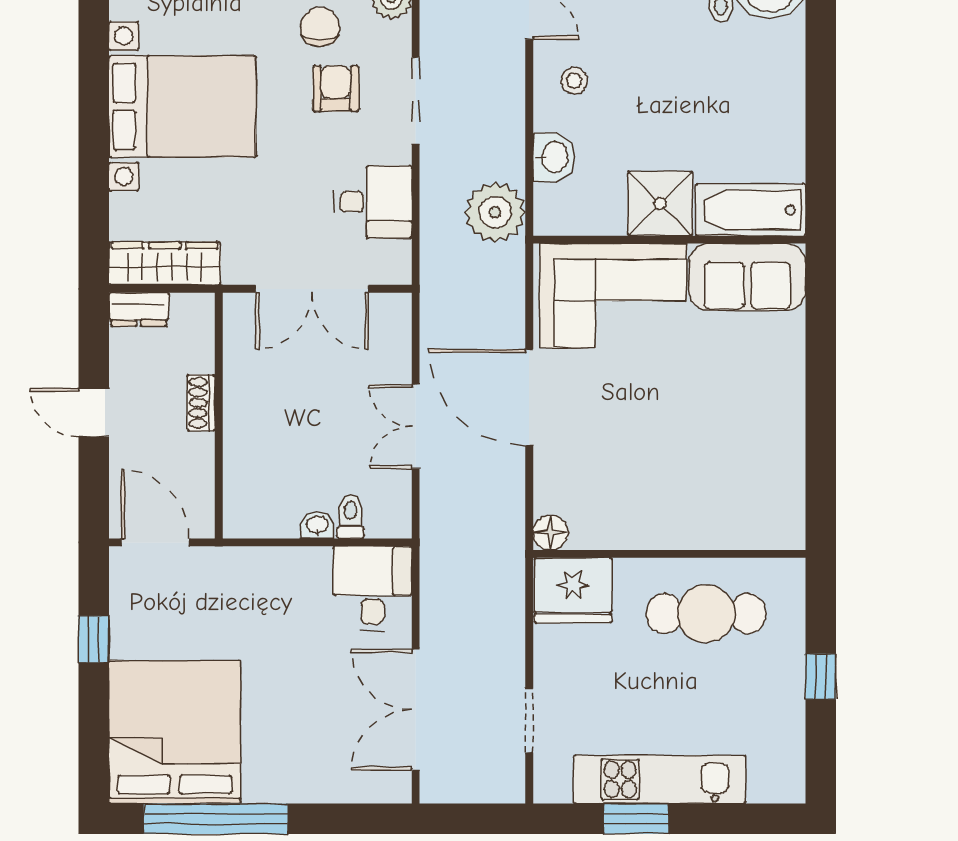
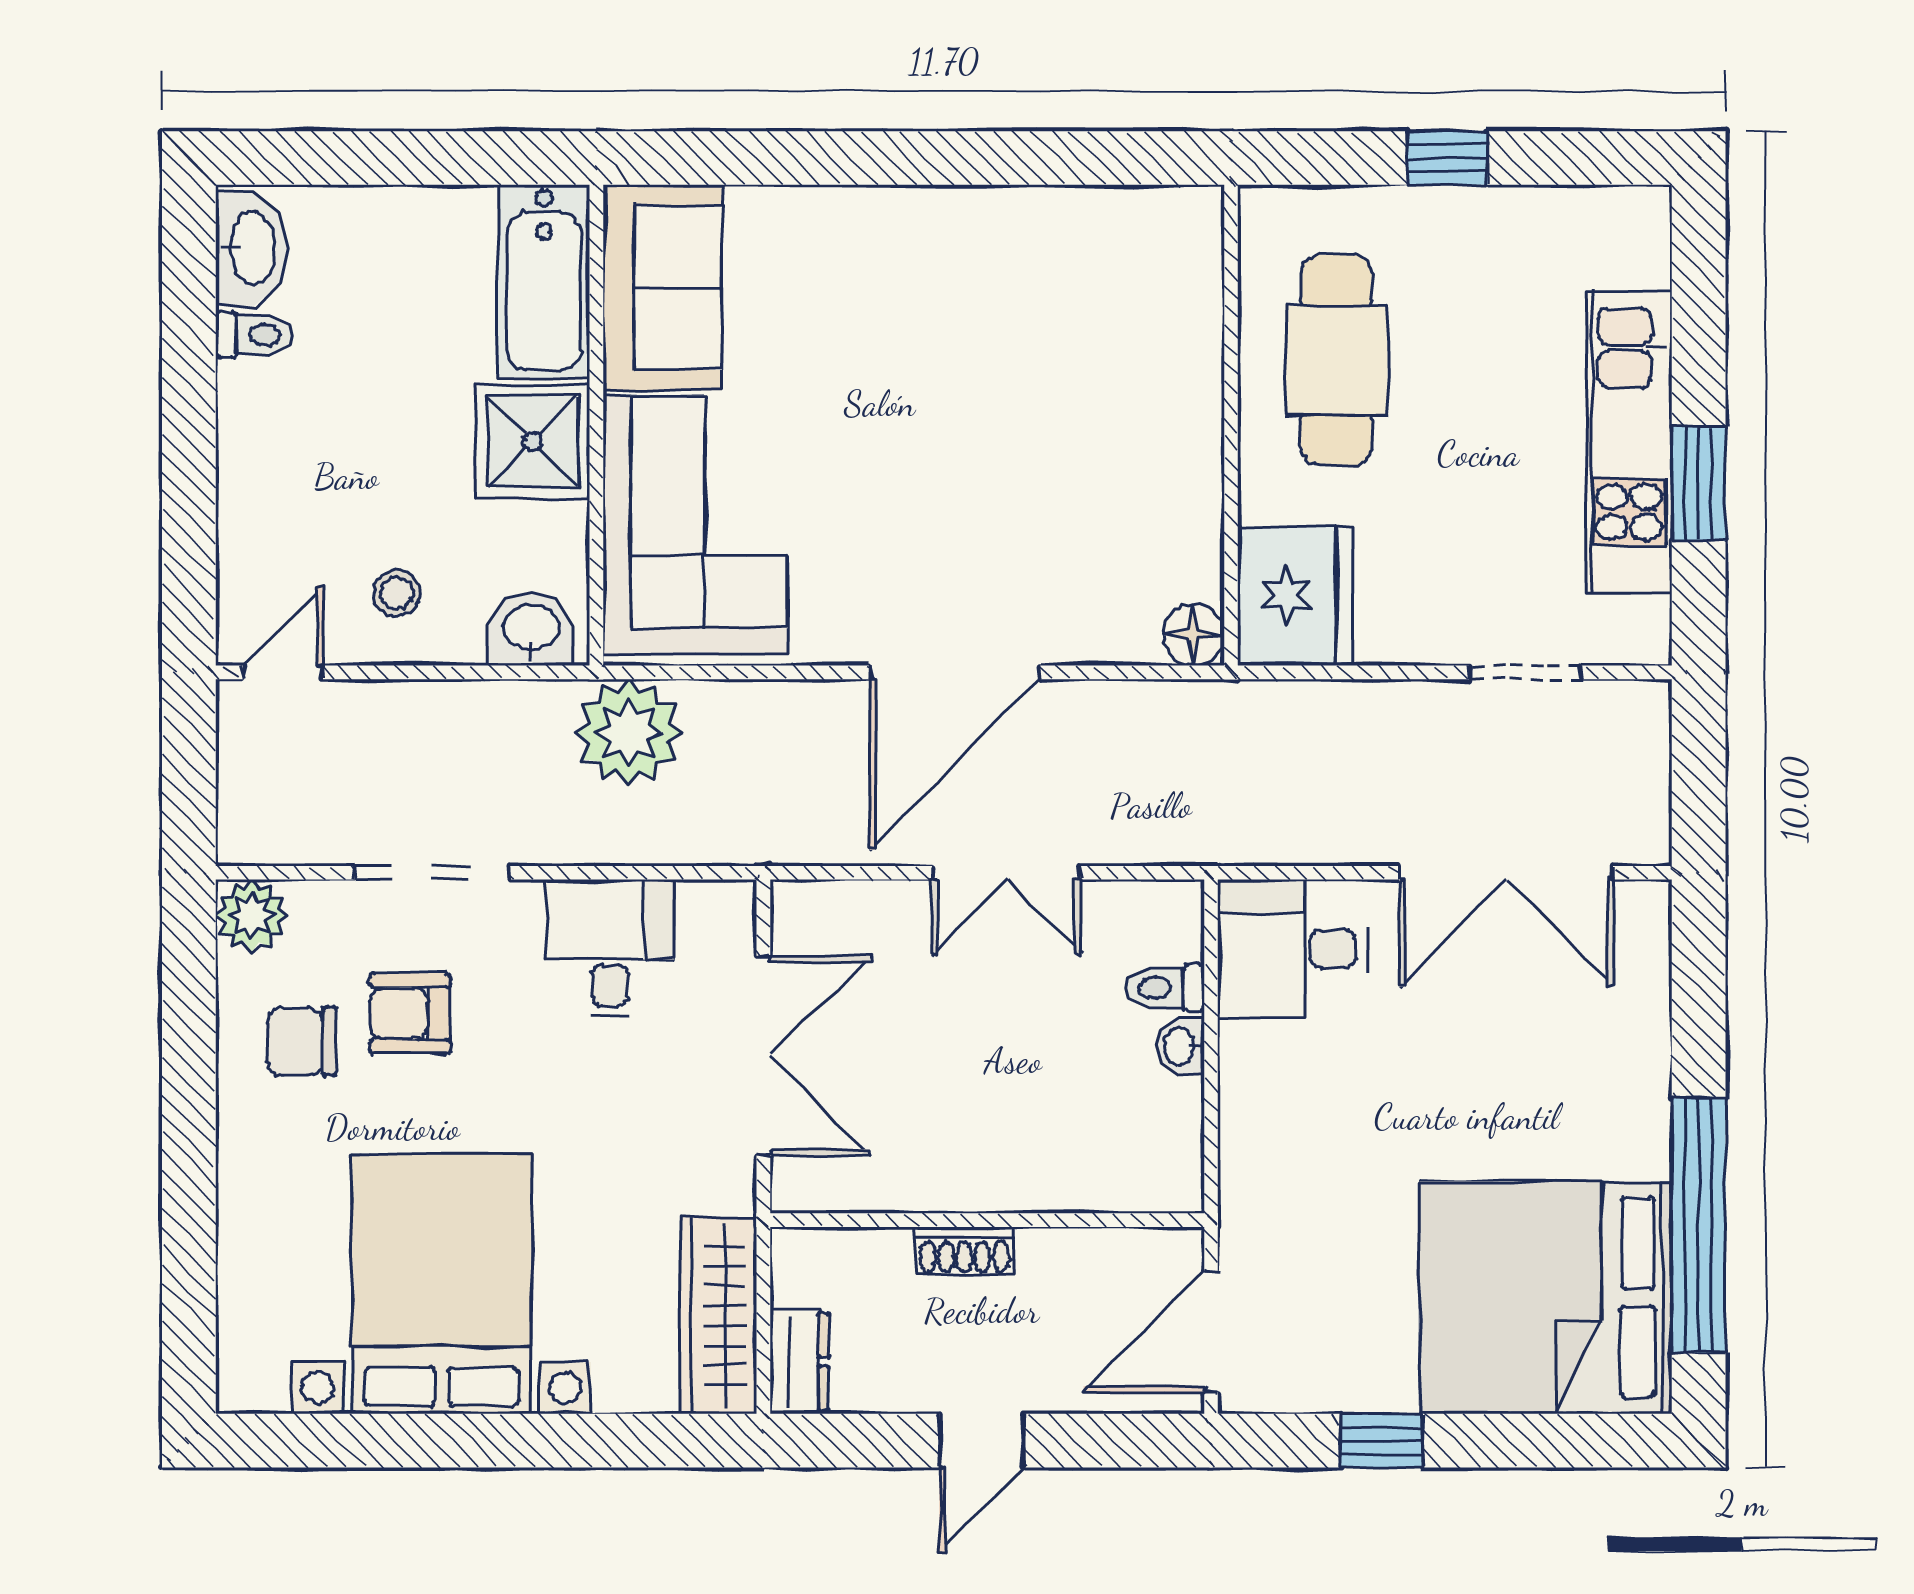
shower: (660, 203) -> (533, 441), moved
bathtub: (751, 210) -> (544, 282), moved
wall: (669, 240) -> (596, 425), moved
sofa: (747, 277) -> (662, 287), moved
corner sofa: (613, 296) -> (695, 525), moved

